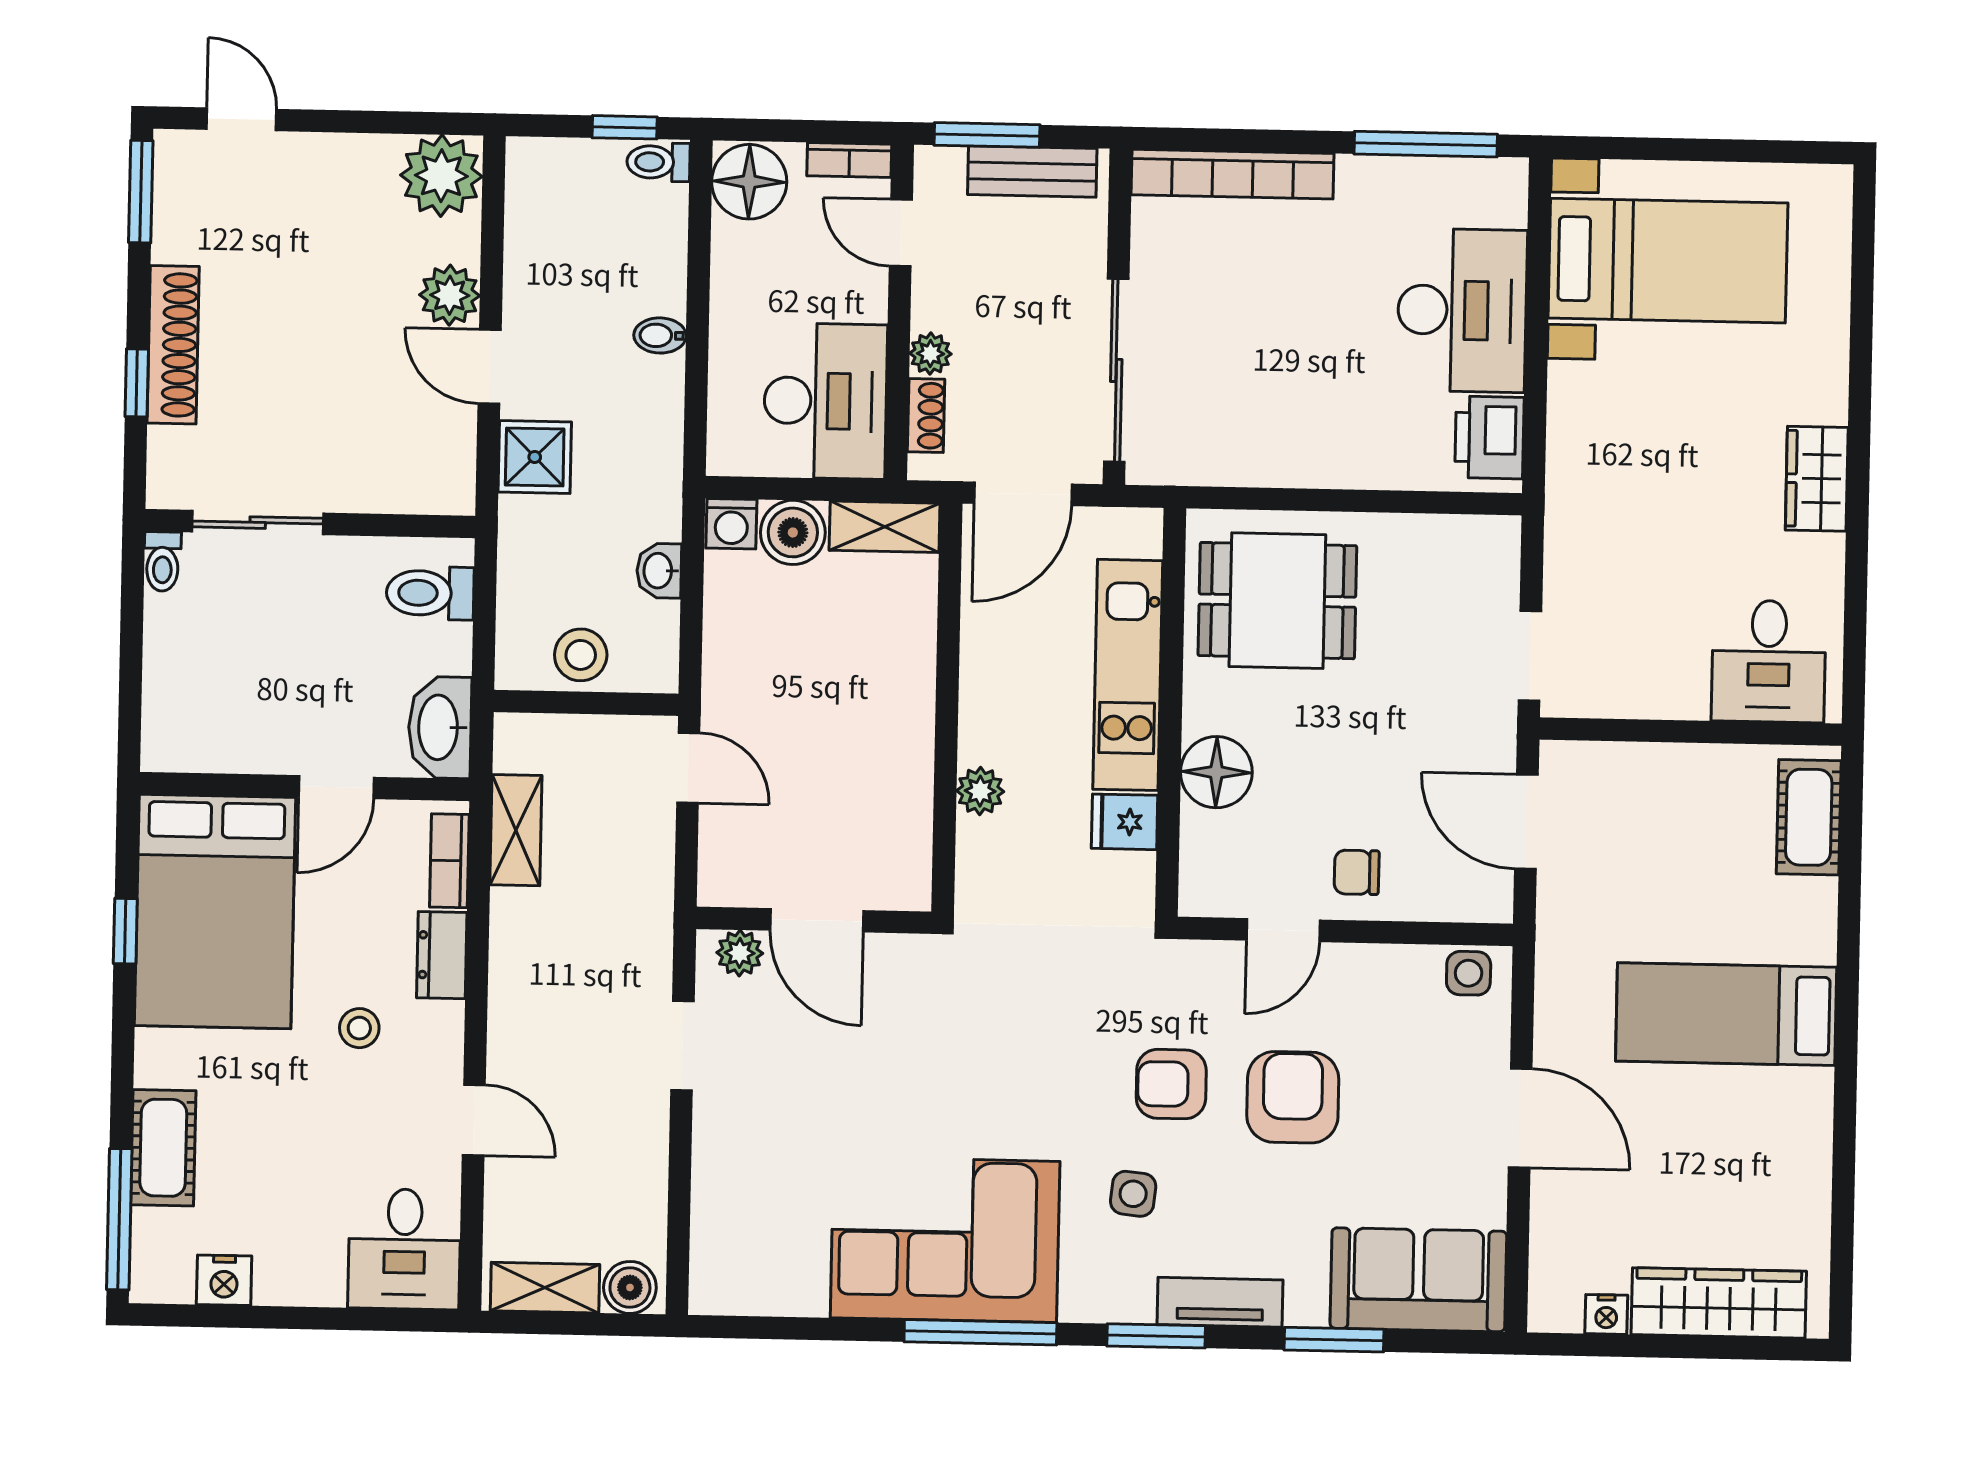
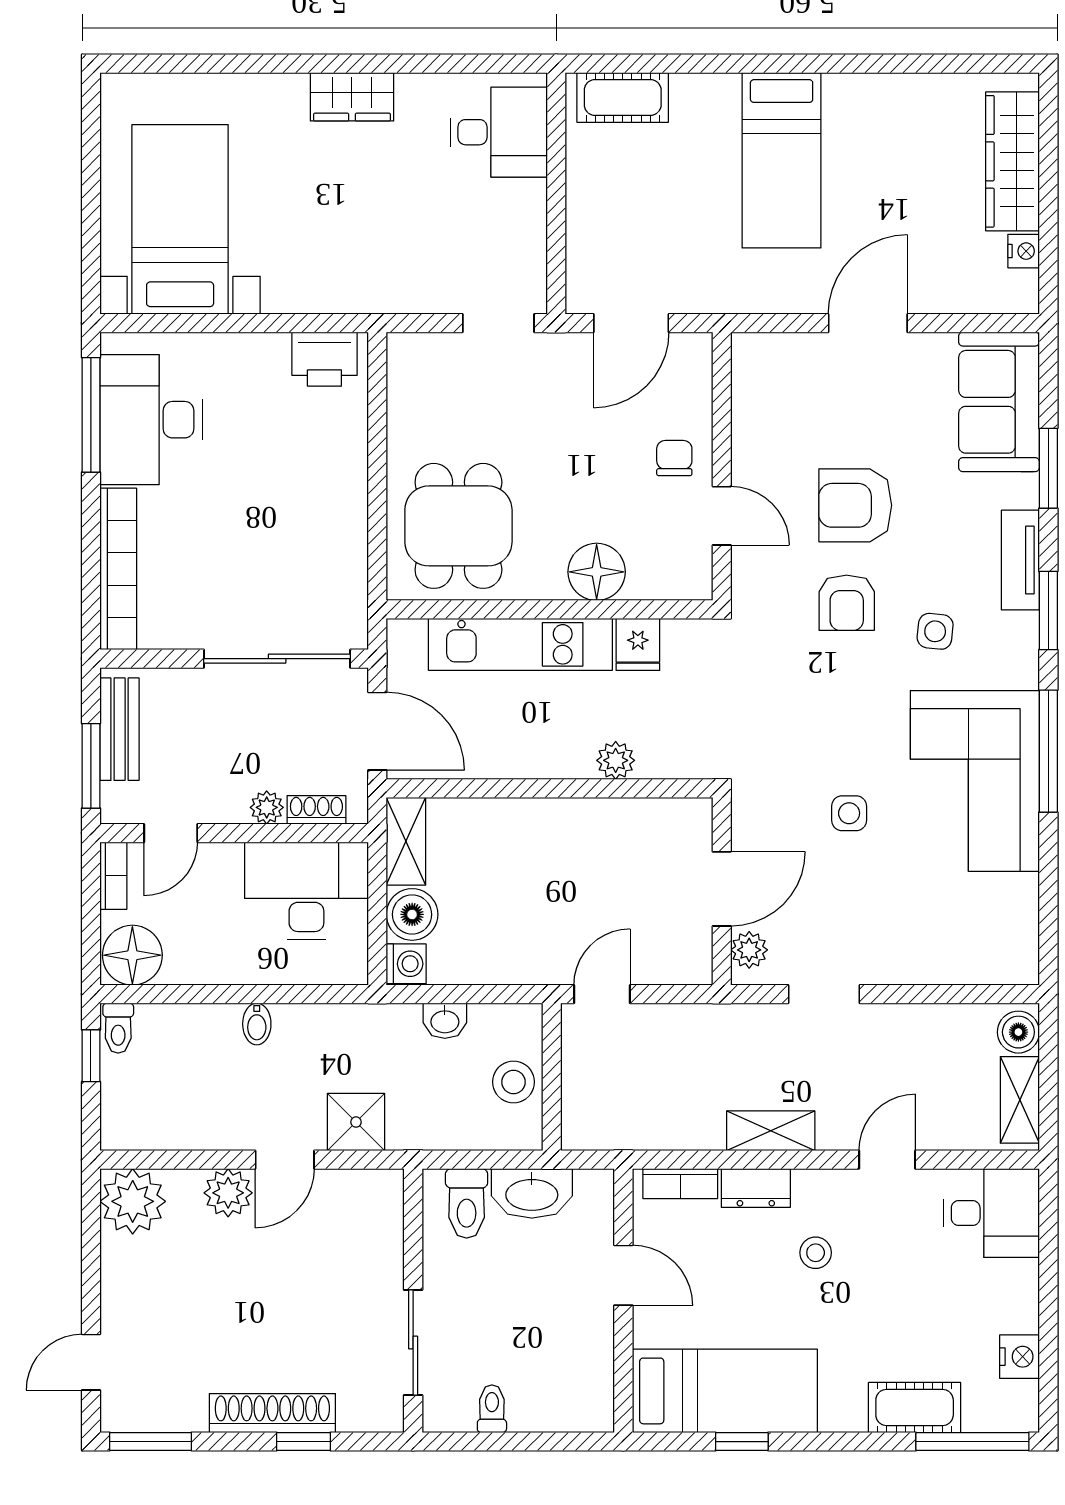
desk: (1462, 310) -> (151, 420), moved, turned -90
toilet: (162, 561) -> (492, 1409), moved, turned -90
washbasin: (440, 727) -> (532, 1193), moved
shelving: (516, 830) -> (771, 1131), moved
chair: (1357, 872) -> (674, 458), turned 180
bed: (215, 912) -> (725, 1391), width x0.67
side table: (1469, 973) -> (849, 813), moved

